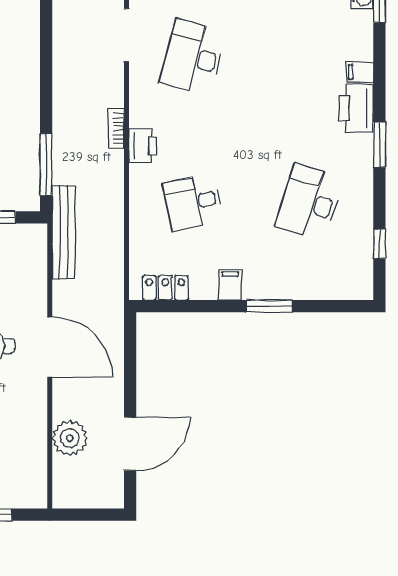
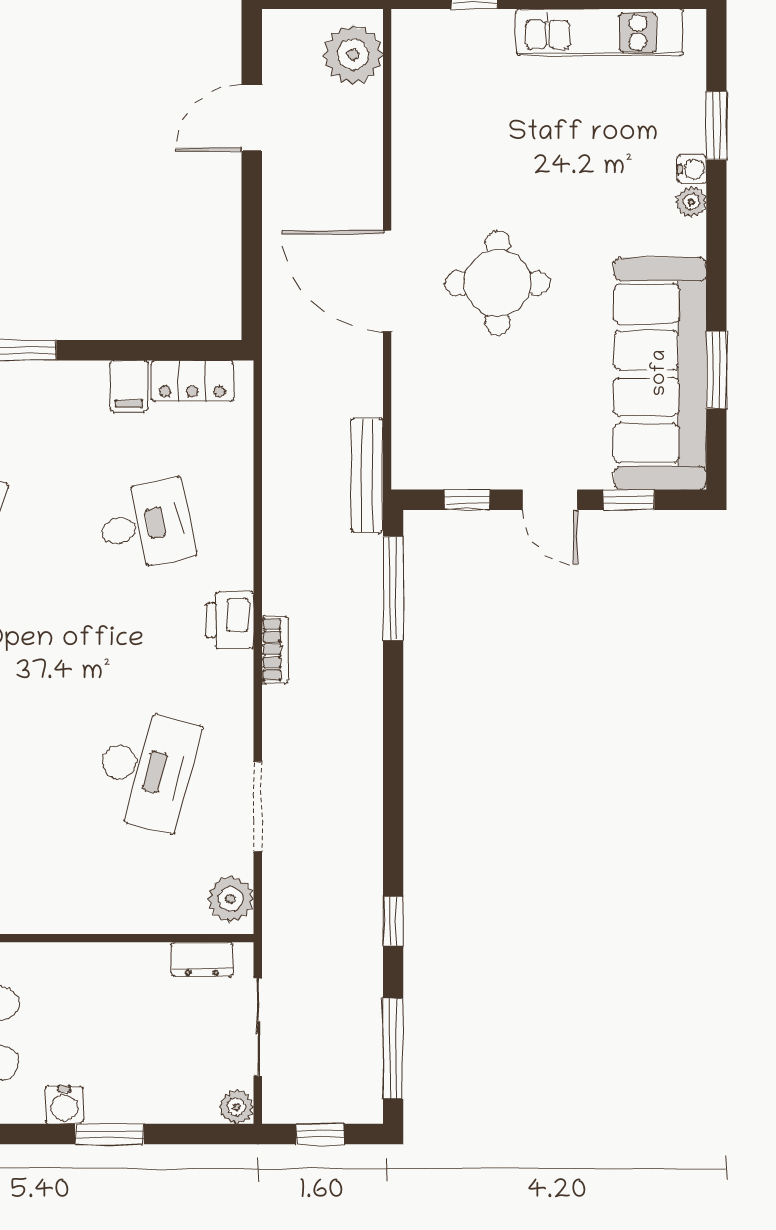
bench: (64, 232) -> (367, 475), width x0.73, depth x0.82
filing cabinet: (230, 285) -> (129, 386), moved
plant: (70, 438) -> (353, 54), moved
door: (130, 444) -> (252, 118), width x0.73

